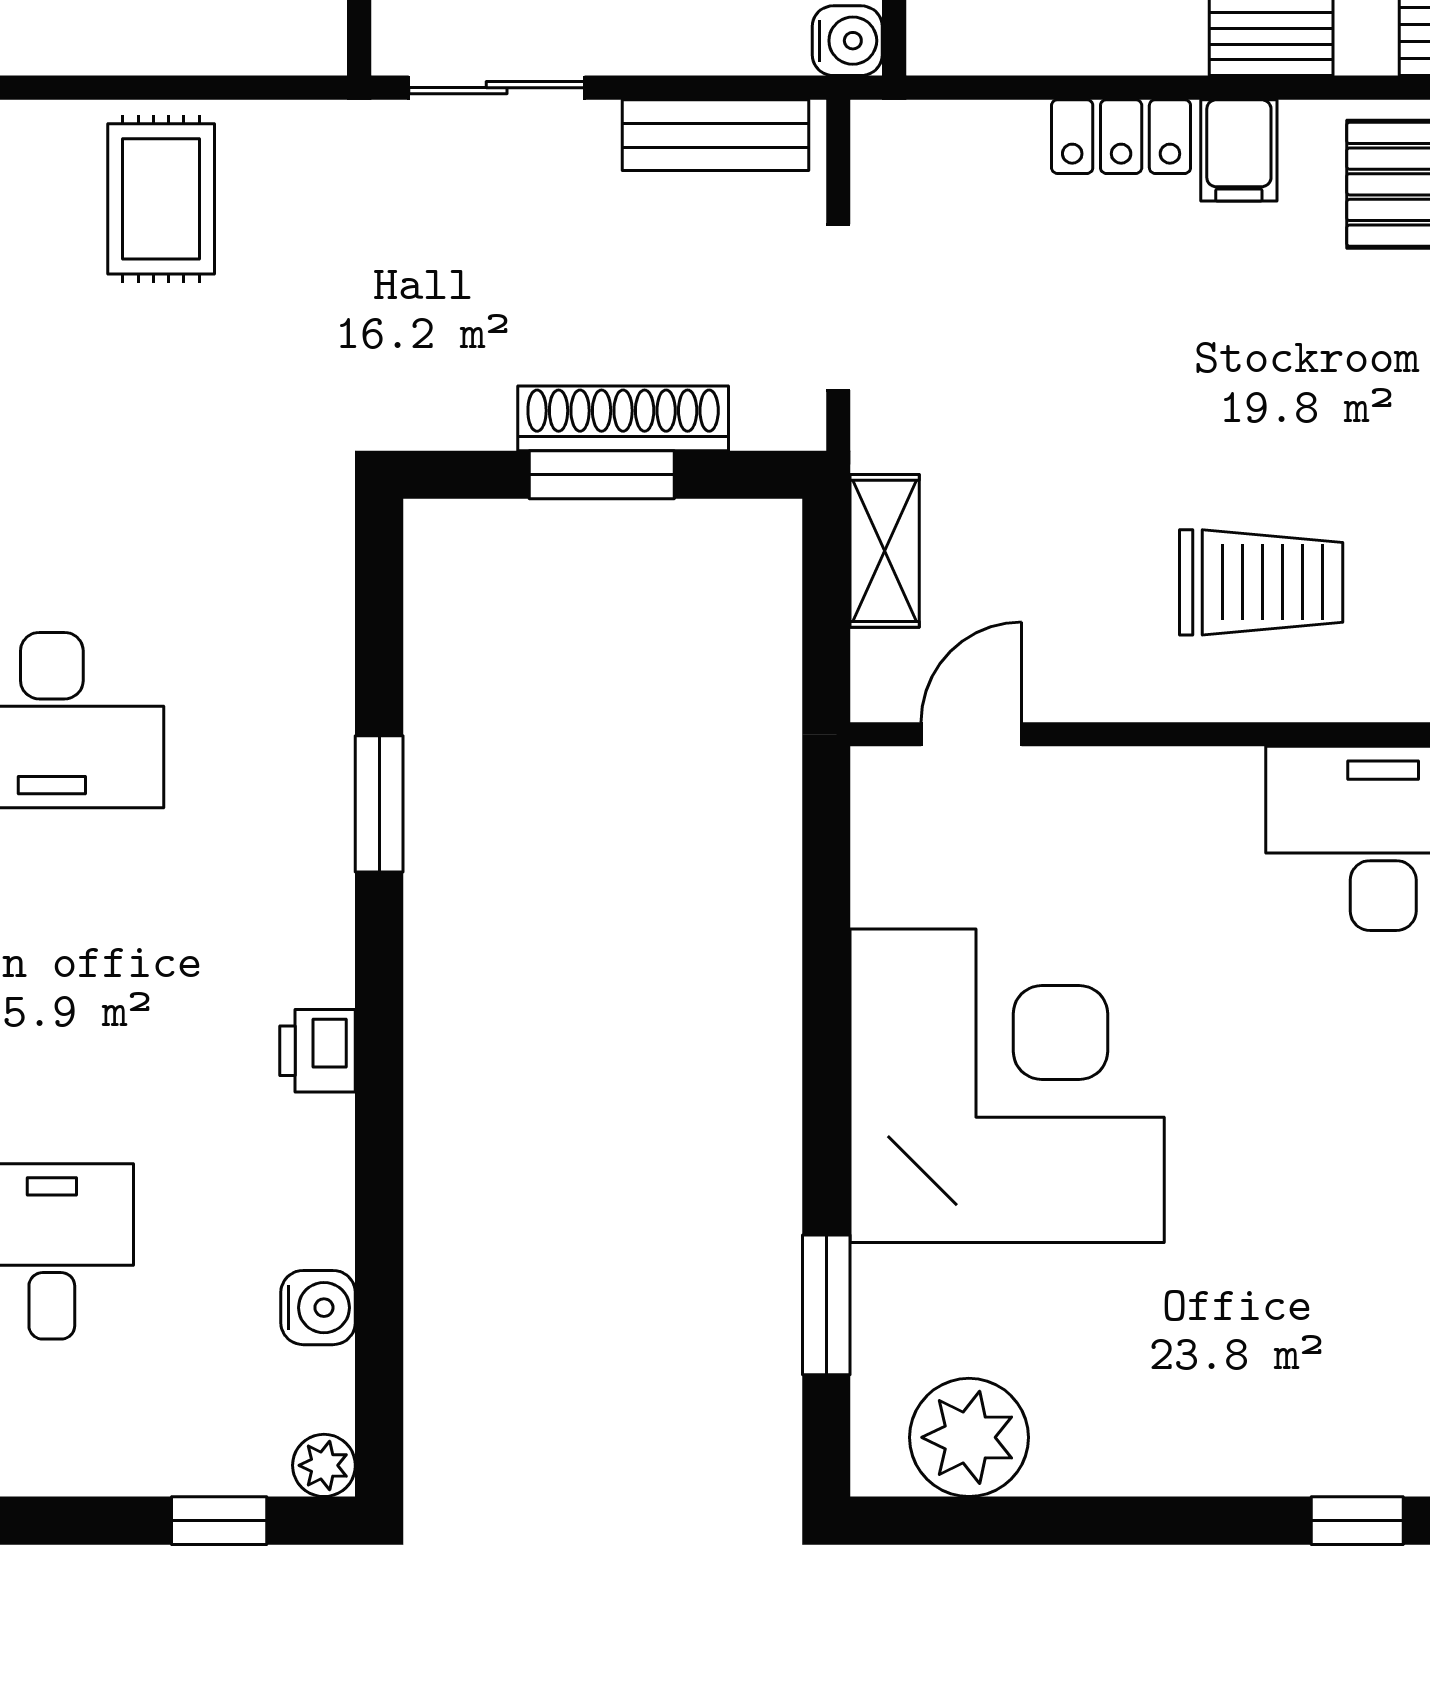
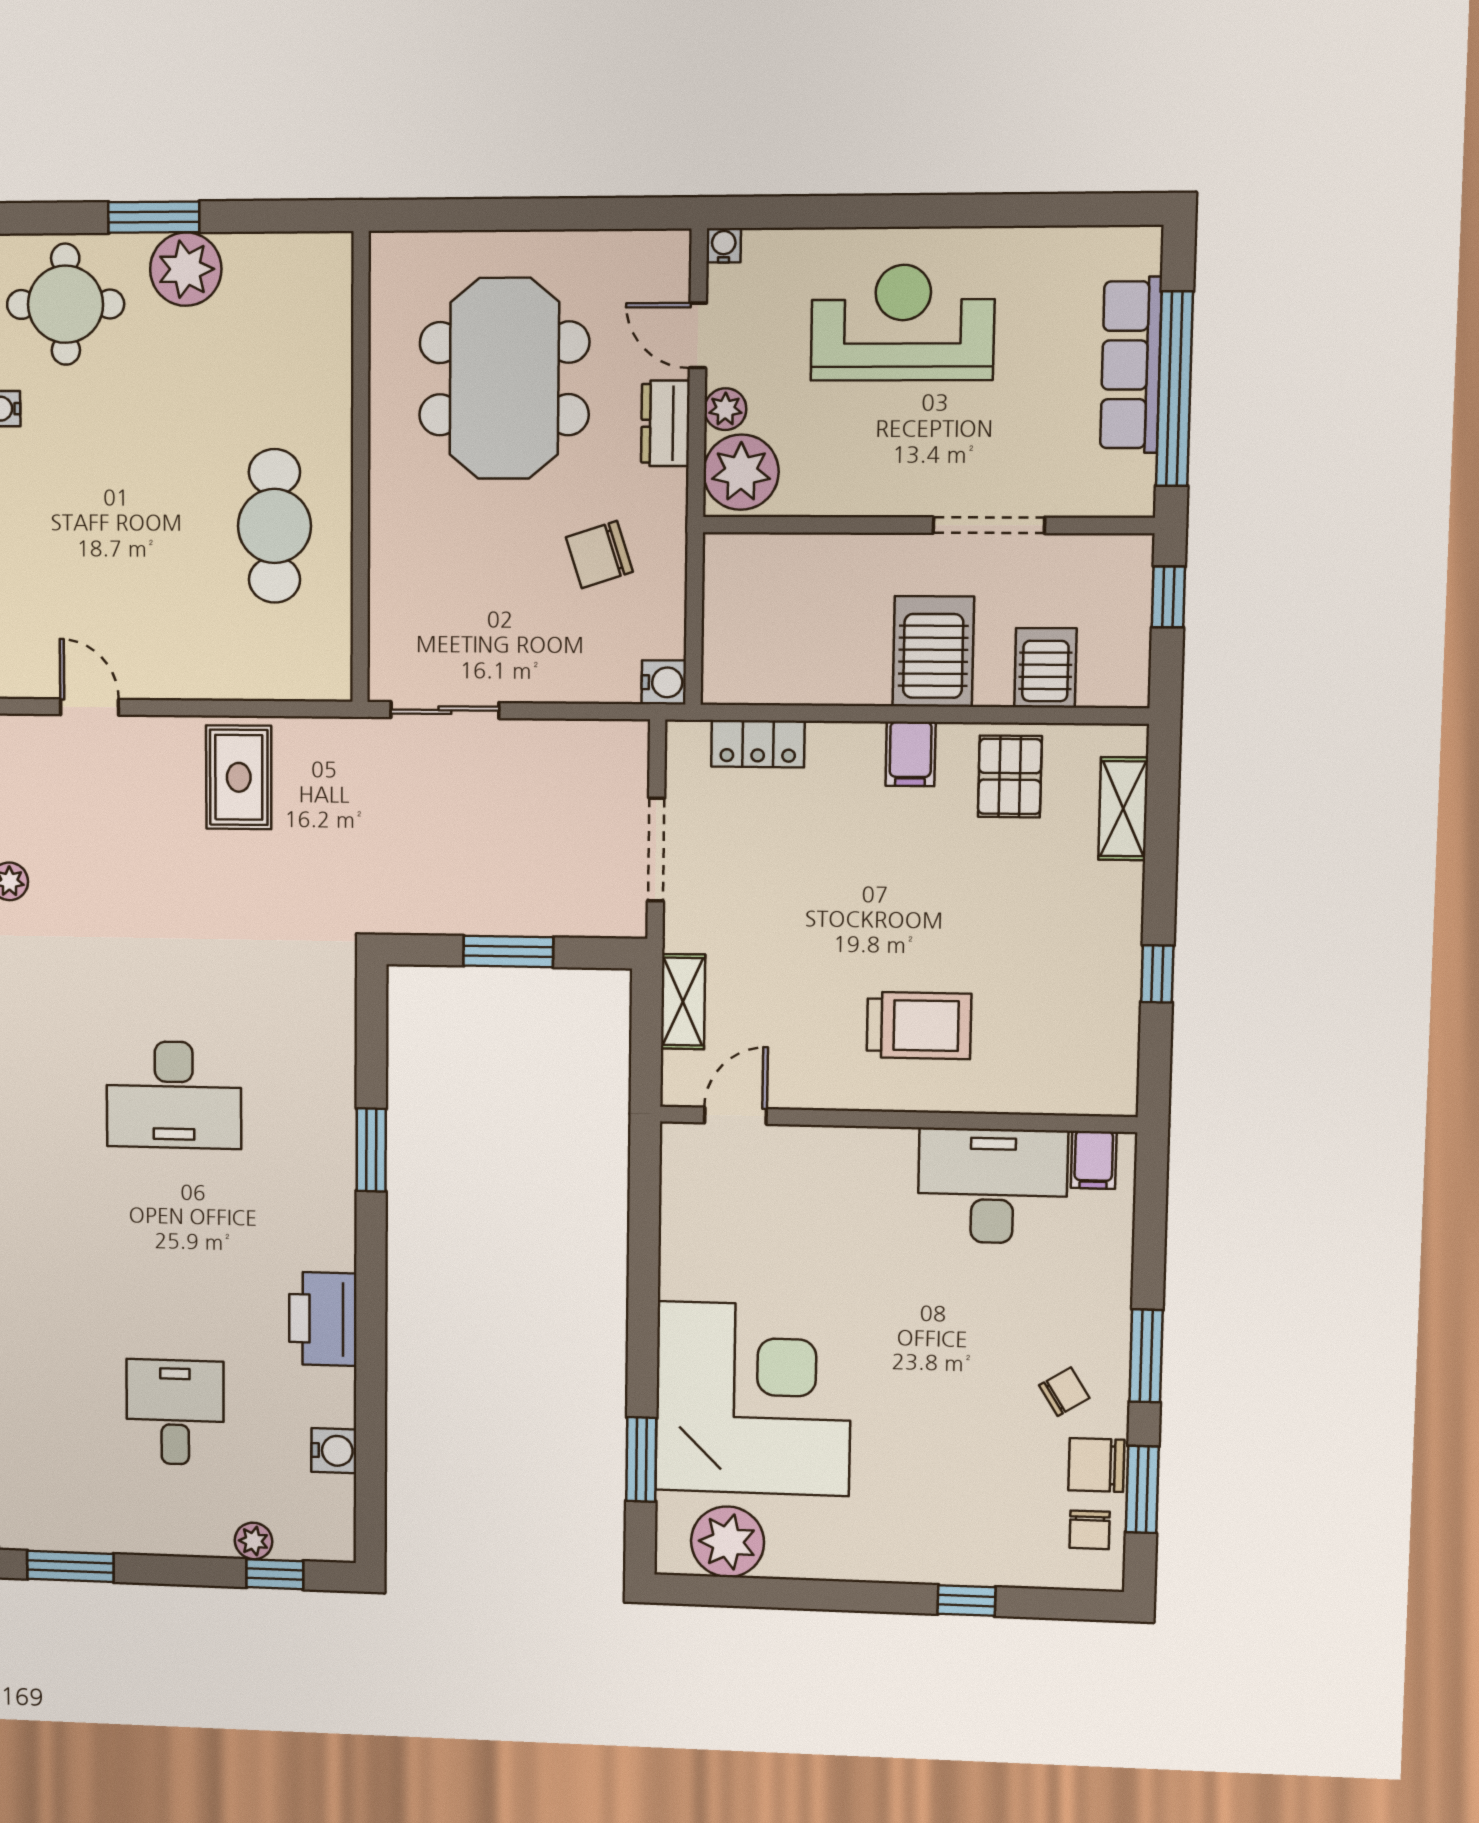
bench: (716, 135) -> (581, 741), removed
locker: (1121, 137) -> (758, 744), moved
shoe rack: (623, 418) -> (522, 917), removed
printer: (318, 1051) -> (323, 1319), width x1.87, depth x1.48
corner desk: (1007, 1086) -> (753, 1399), moved
plant: (324, 1465) -> (254, 1541), moved

